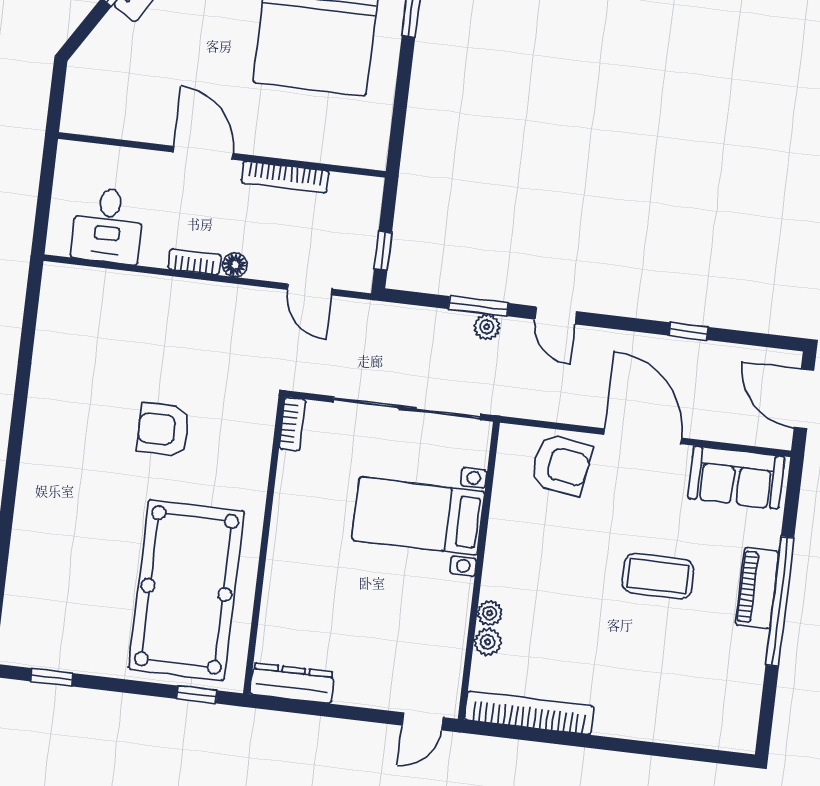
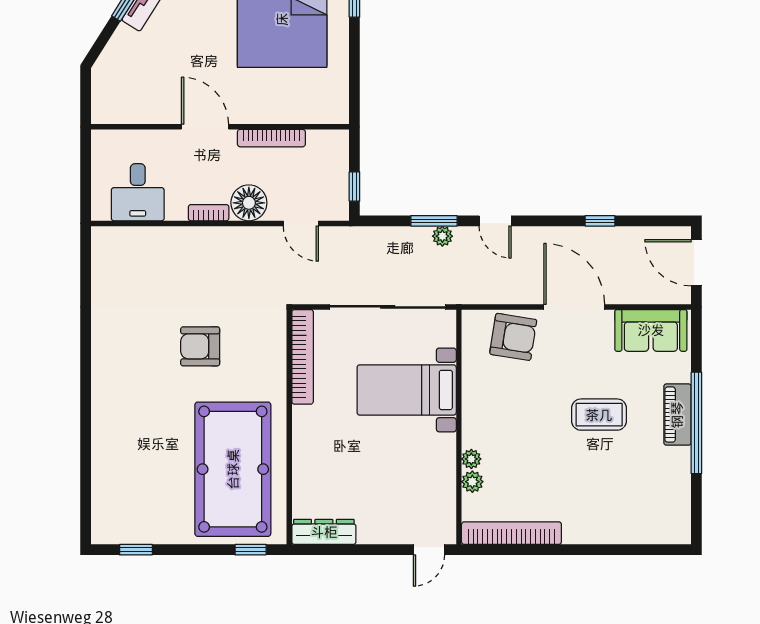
floor lamp: (235, 265) -> (249, 203), width x1.89, depth x1.89
bookcase: (292, 424) -> (303, 357), width x2.31, depth x1.31

